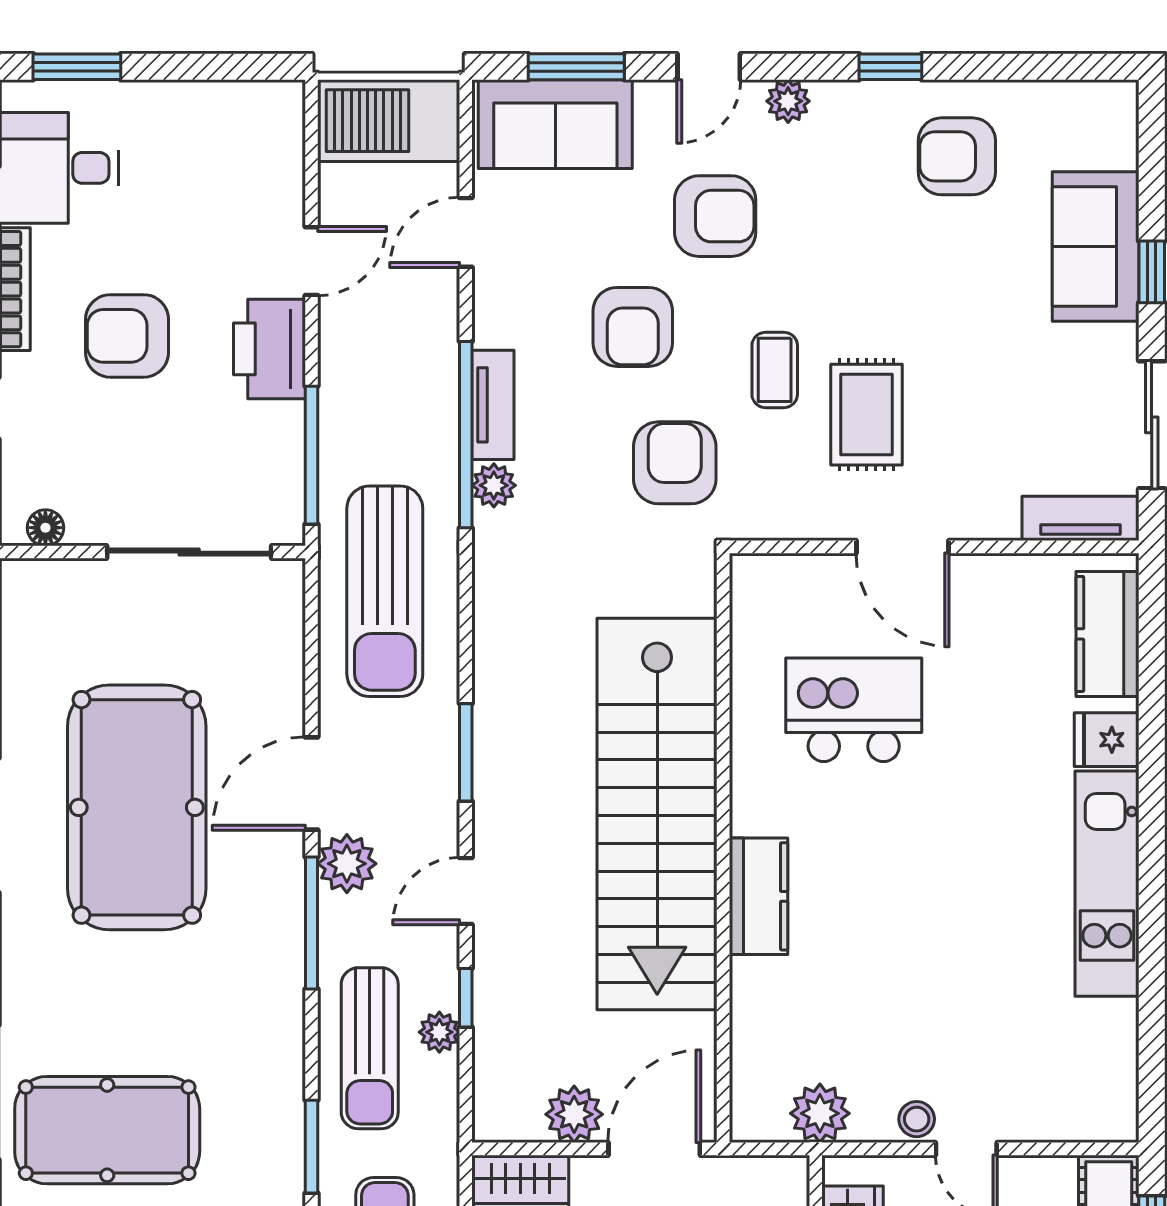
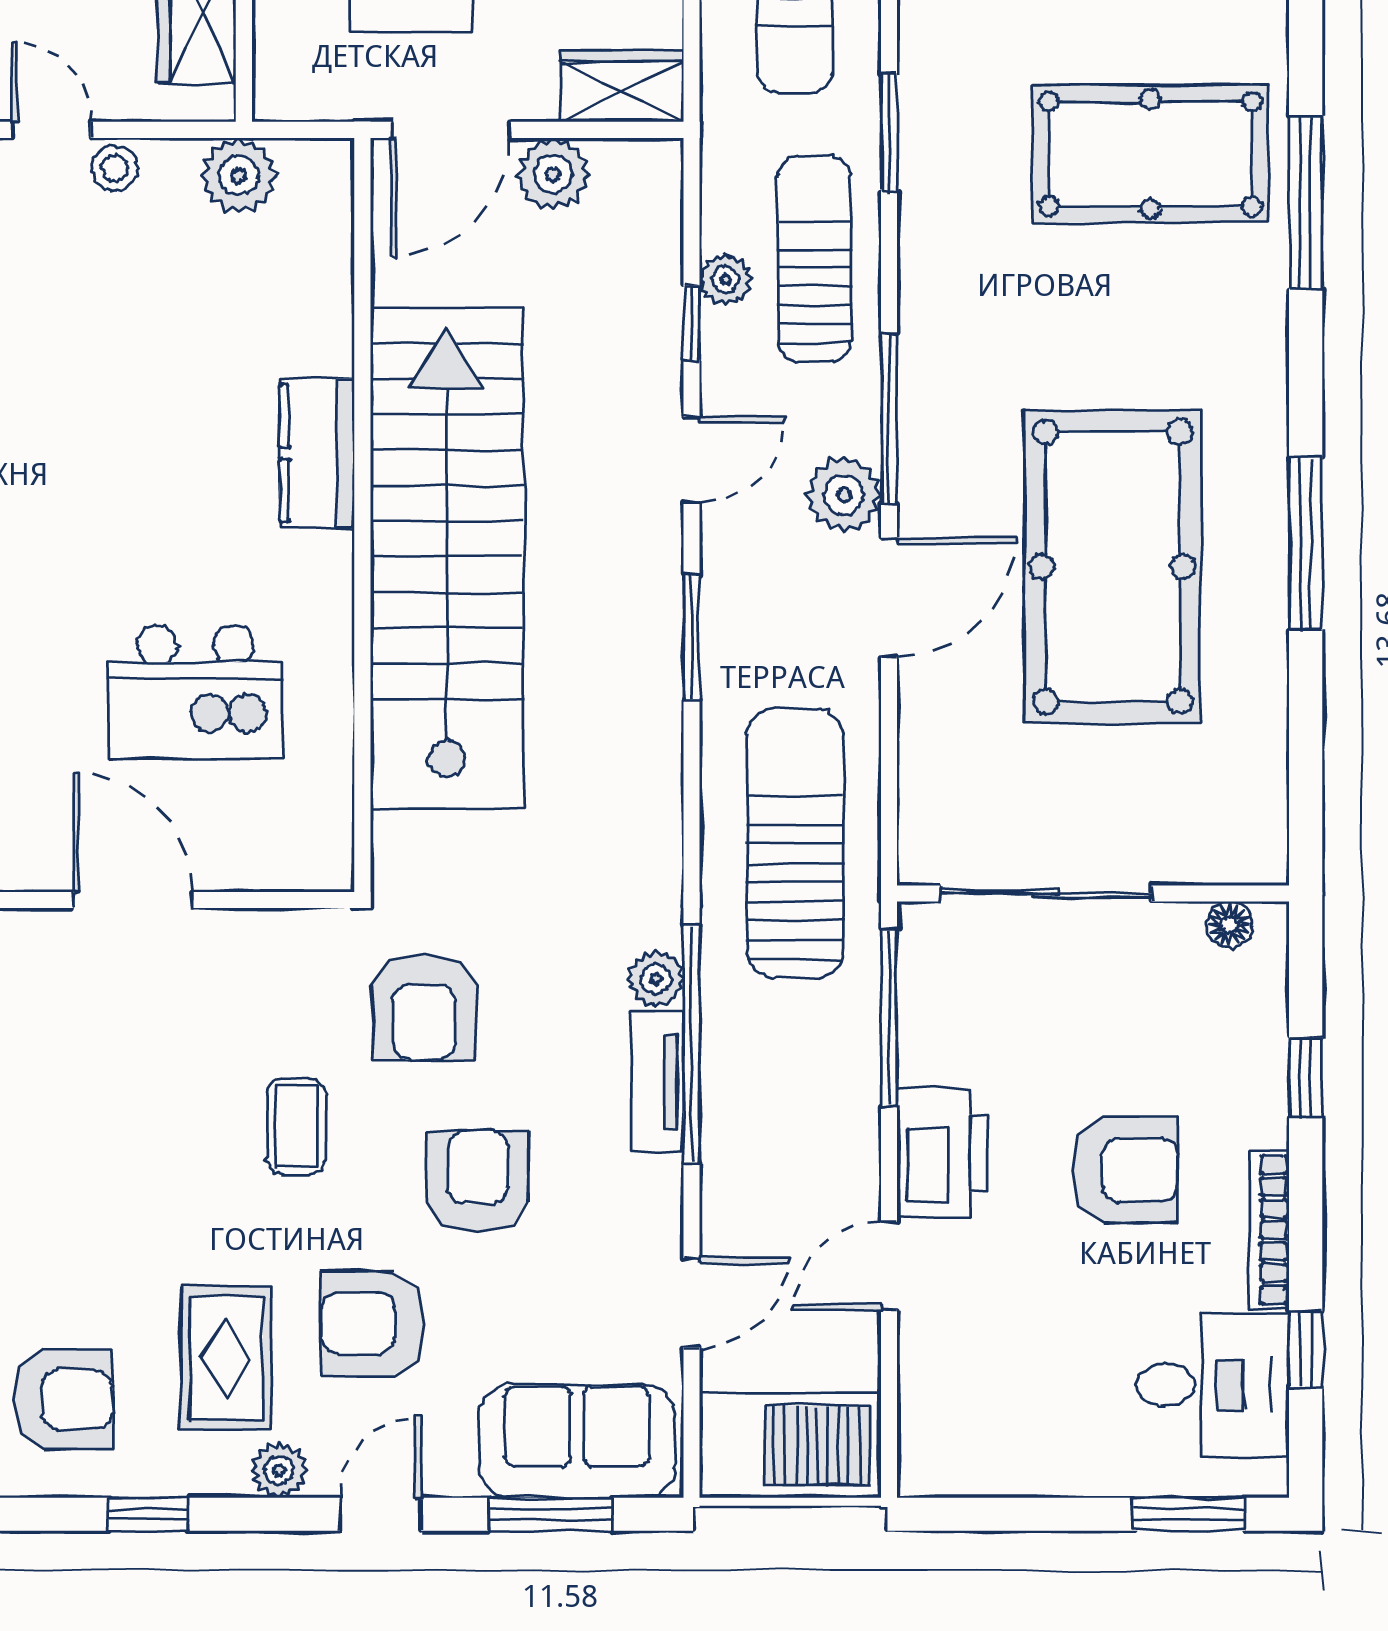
rug: (867, 415) -> (226, 1358), moved

